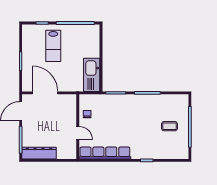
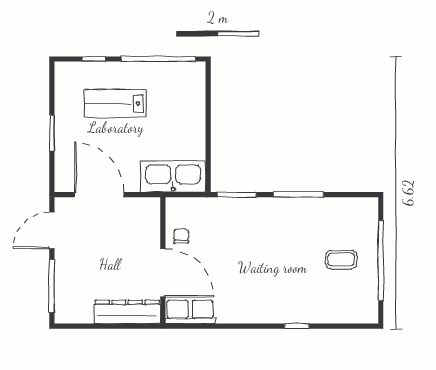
lab bench: (53, 46) -> (115, 103), turned 90
kitchen sink: (92, 75) -> (173, 177), moved, turned 90
door: (78, 133) -> (163, 273), width x1.87
dresser: (39, 153) -> (127, 312), moved
row of seats: (105, 153) -> (190, 312), width x0.50

